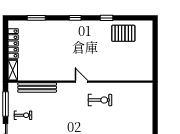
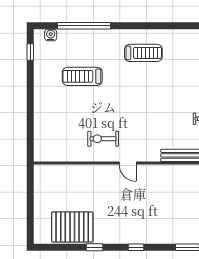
pallet: (123, 33) -> (72, 227), width x1.37, depth x1.41

